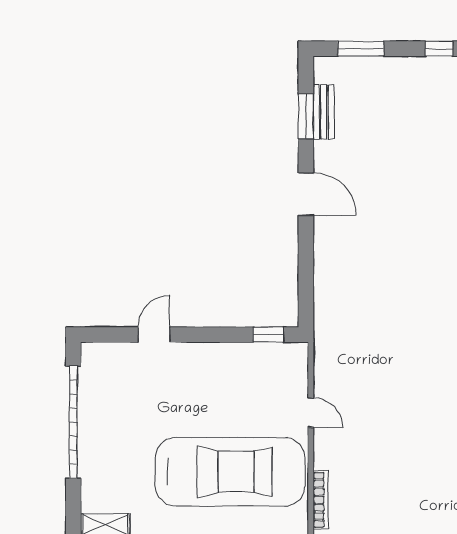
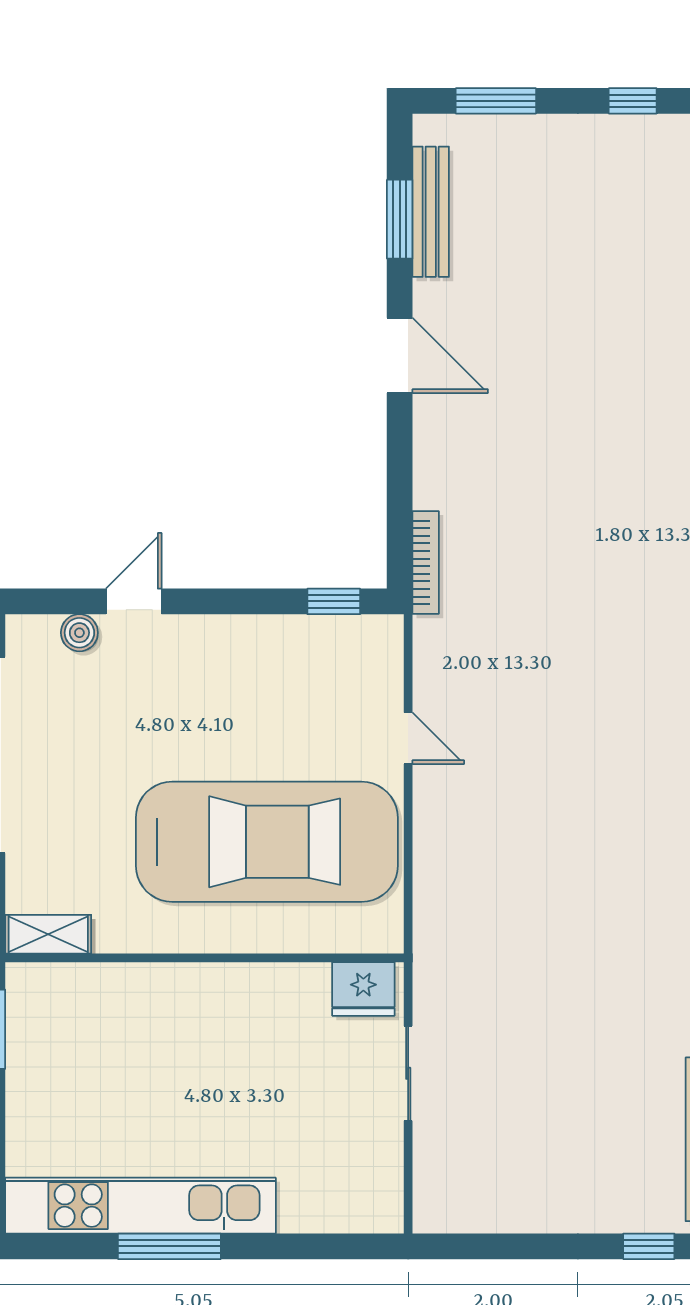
bench: (324, 112) -> (431, 212), width x1.36
boiler: (123, 352) -> (79, 633), added
bookcase: (321, 500) -> (426, 562), moved

